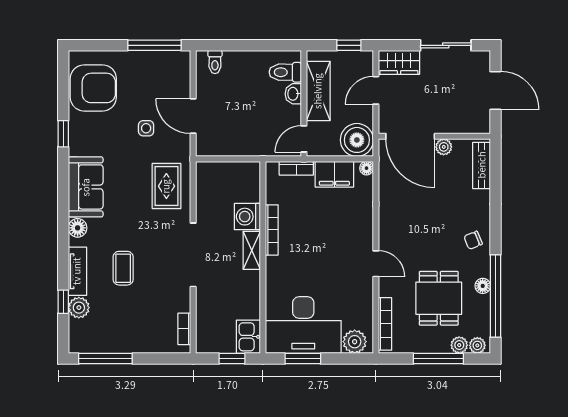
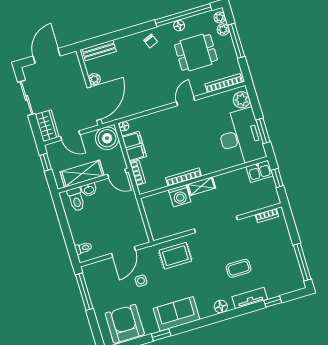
sofa: (86, 187) -> (177, 314), moved
plant: (79, 308) -> (274, 290), removed

